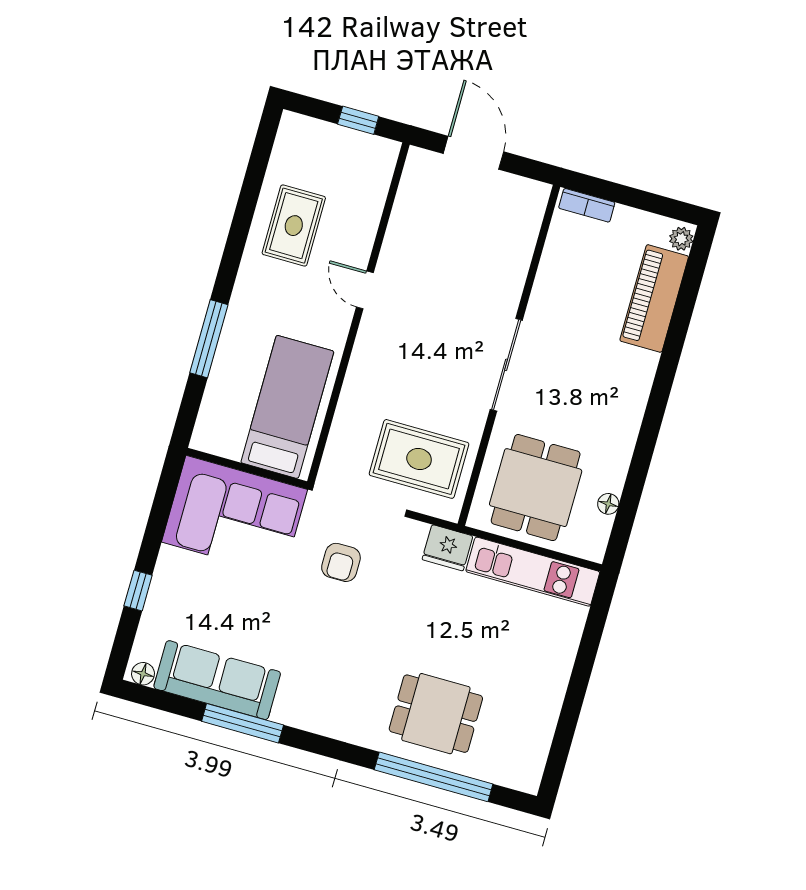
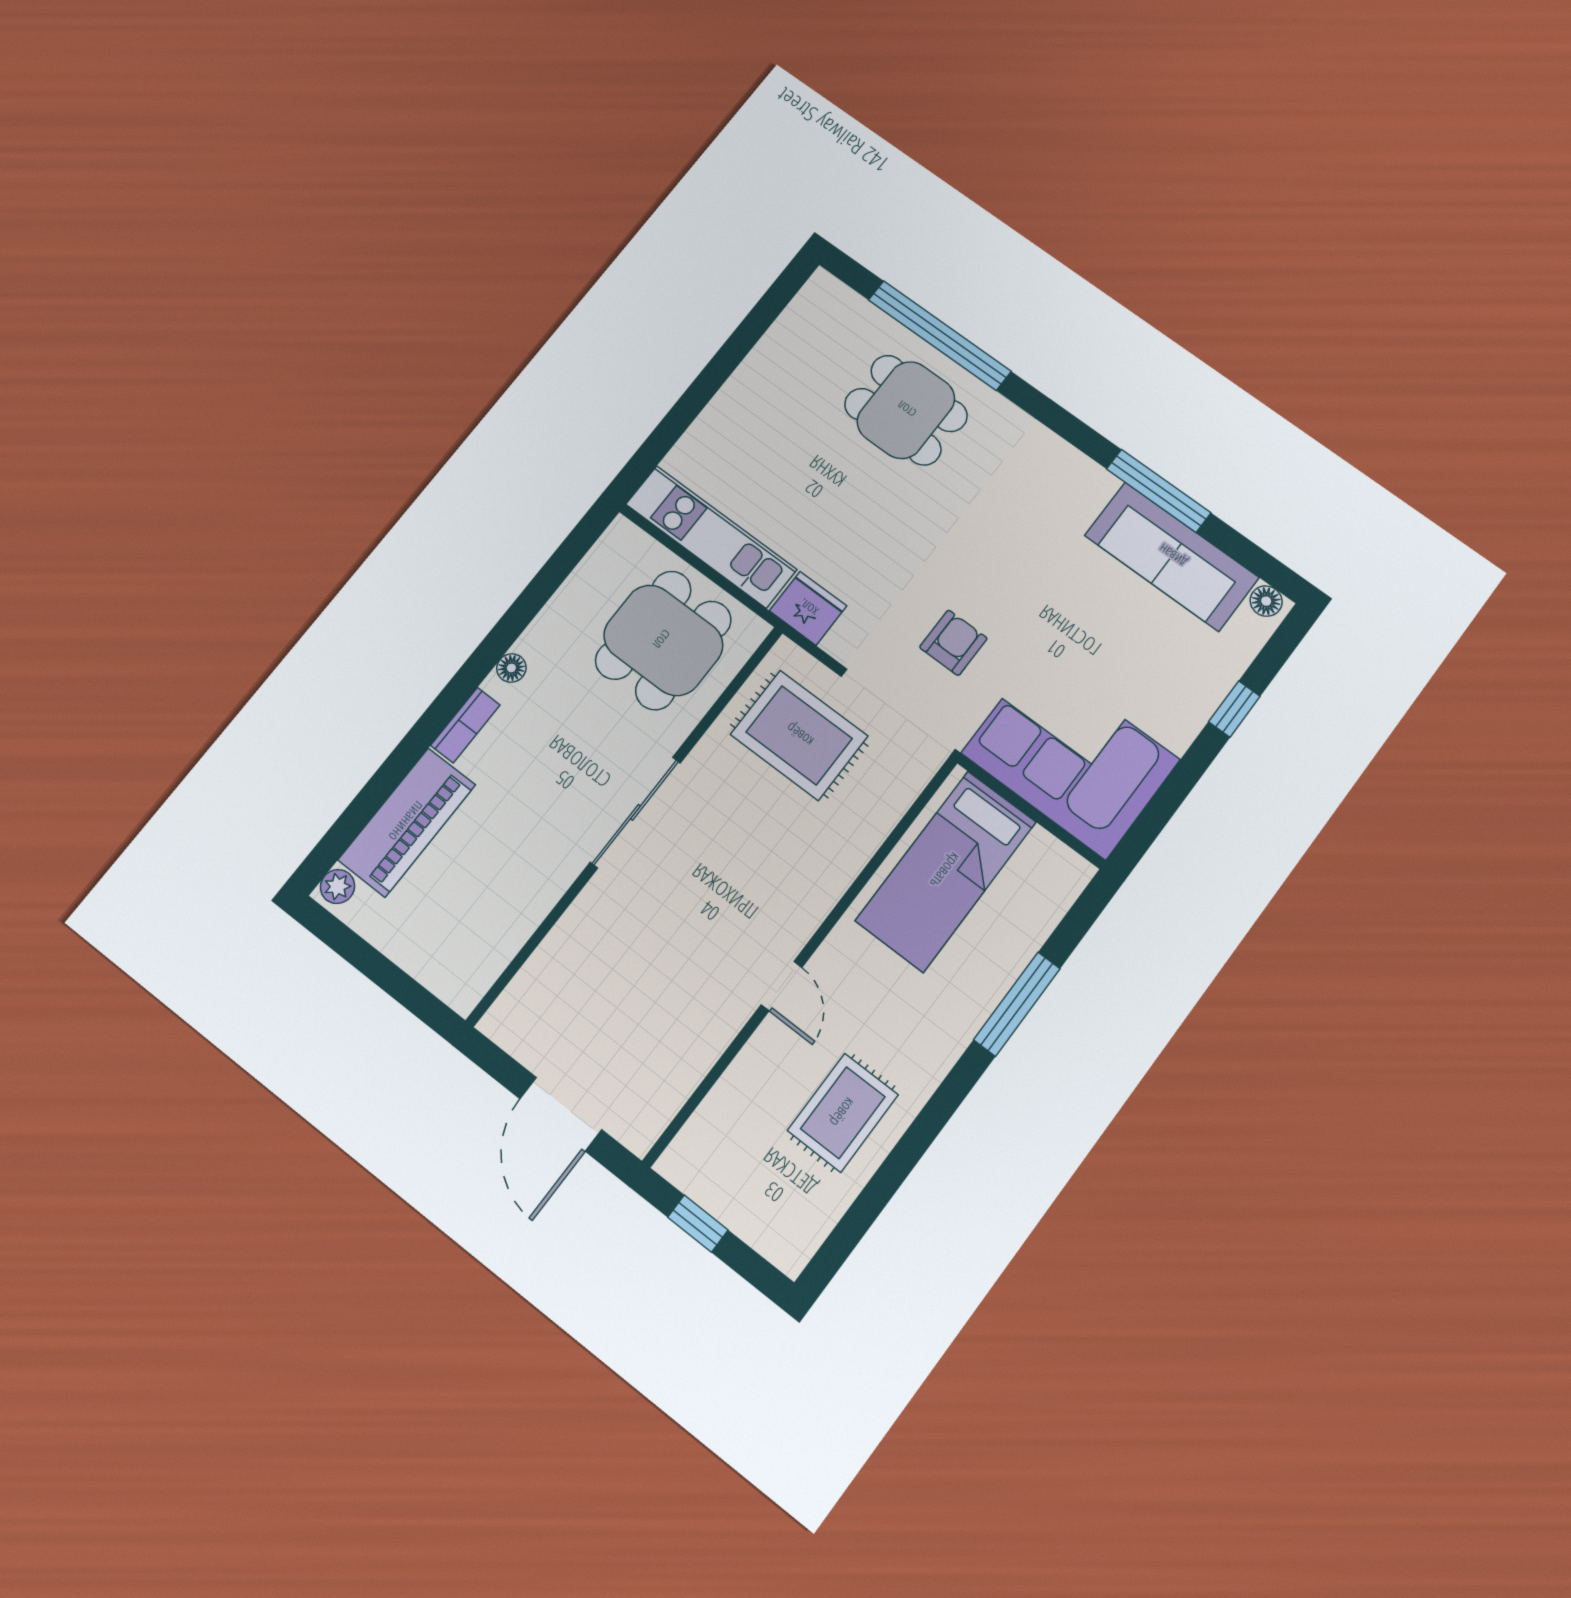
bookcase: (587, 205) -> (465, 725), moved, turned 90
floor lamp: (608, 504) -> (511, 668), moved

